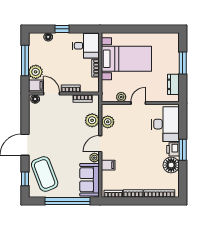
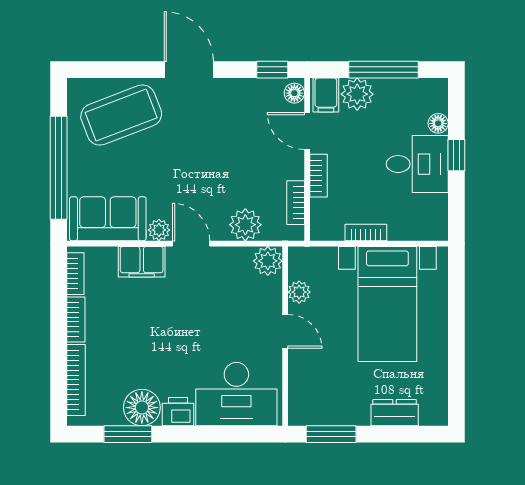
desk: (86, 46) -> (417, 164), moved, turned -90
window: (183, 63) -> (331, 434), moved
dresser: (173, 84) -> (395, 413), moved
door: (52, 93) -> (307, 131), swing flipped
plant: (108, 122) -> (268, 261), moved
window: (183, 150) -> (128, 434), moved
filing cabinet: (108, 165) -> (142, 262), width x2.00
window: (25, 179) -> (272, 70), moved

